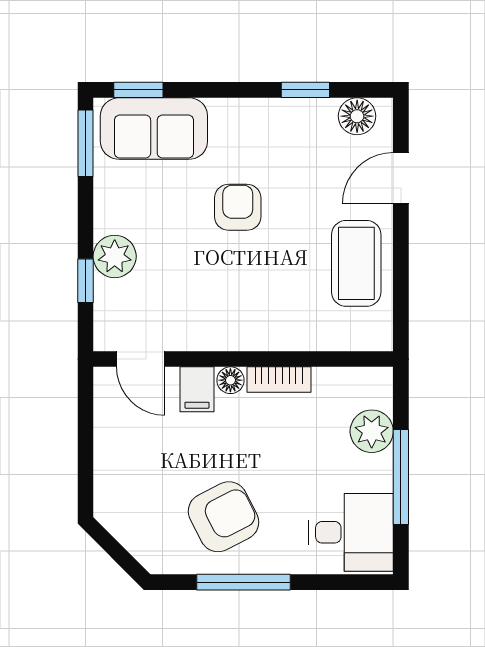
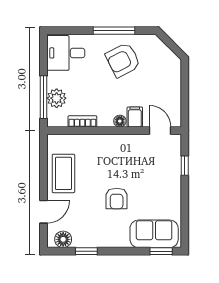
window: (86, 143) -> (185, 227), removed
plant: (115, 256) -> (172, 177), removed
bookcase: (279, 380) -> (82, 121), moved
window: (401, 477) -> (44, 97), moved

